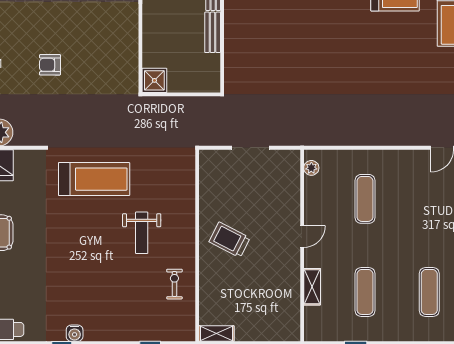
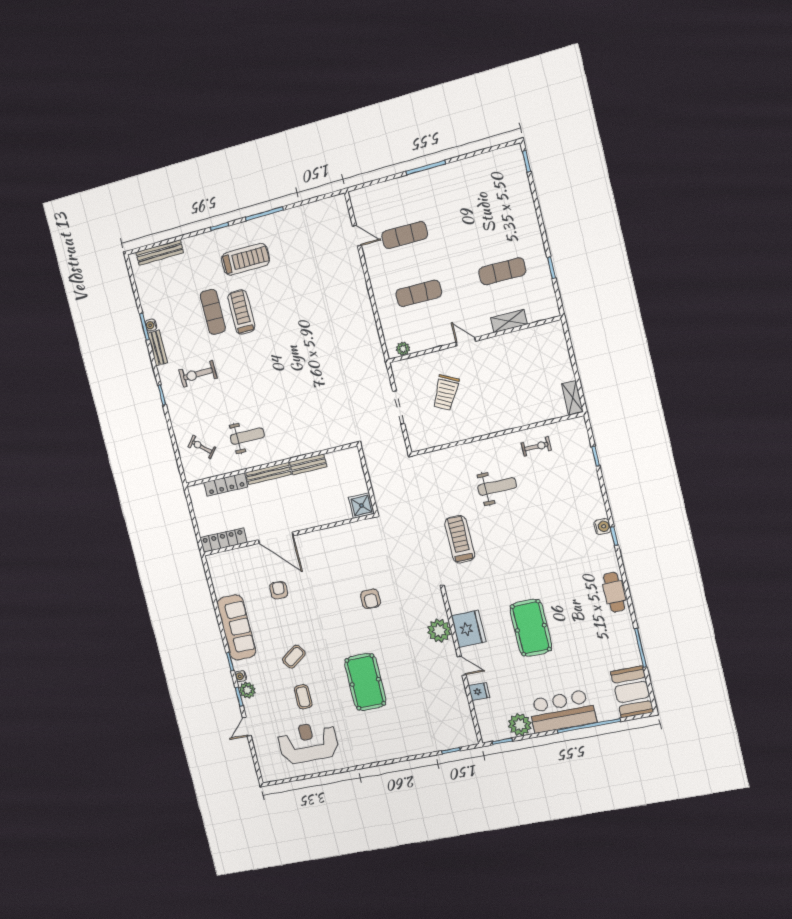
treadmill: (94, 179) -> (460, 539), width x0.73, depth x0.73
trolley: (229, 240) -> (446, 393), moved
exercise bike: (174, 284) -> (536, 447), turned 180
exercise mat: (429, 292) -> (405, 235), moved

